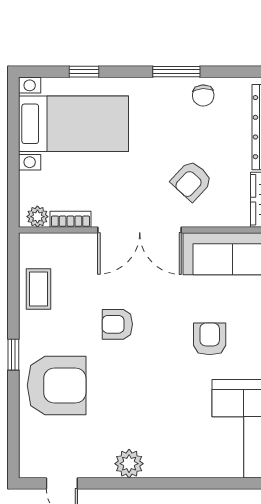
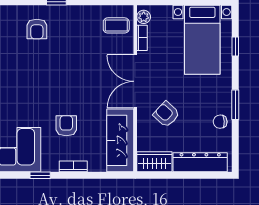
coffee table: (38, 289) -> (116, 25), moved
armchair: (117, 324) -> (76, 67), removed
armchair: (210, 339) -> (66, 126), turned -90
armchair: (57, 385) -> (37, 29), width x0.53, depth x0.53

